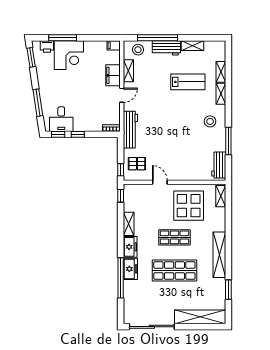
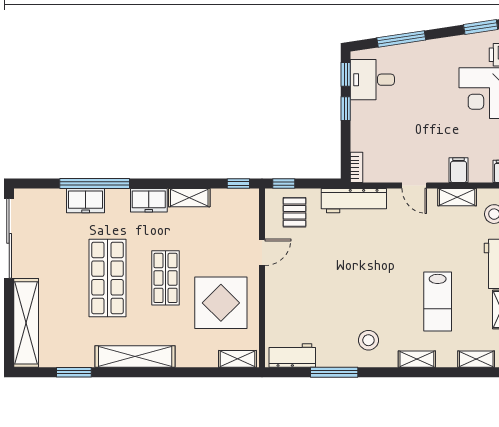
shelving: (221, 72) -> (476, 359), moved
filing cabinet: (113, 75) -> (459, 170), width x0.50
freezer: (130, 269) -> (86, 201), moved

